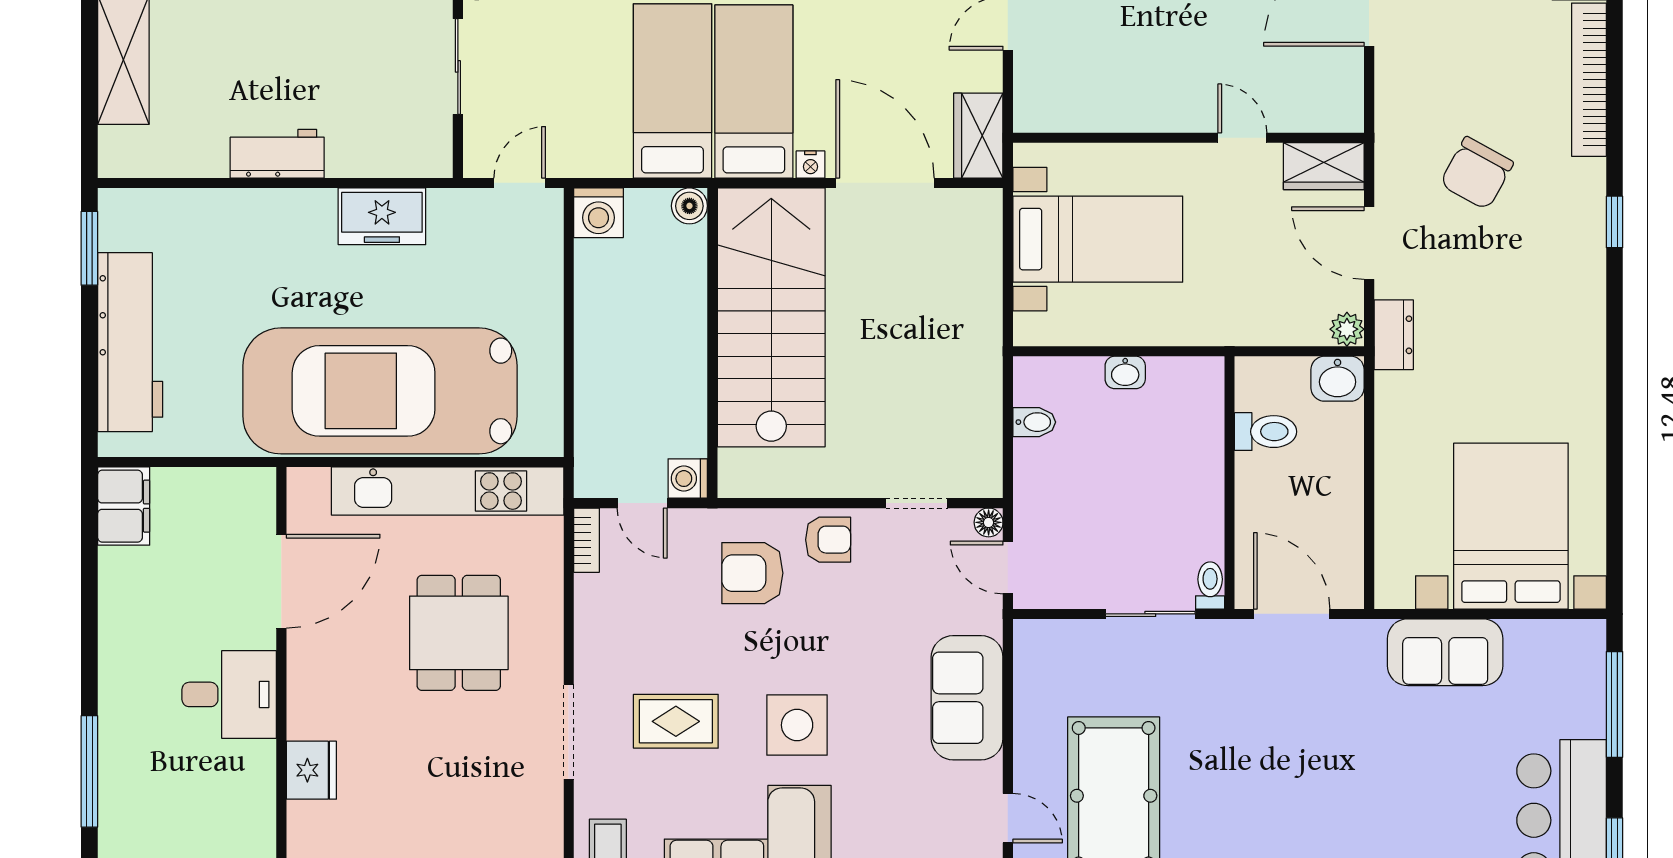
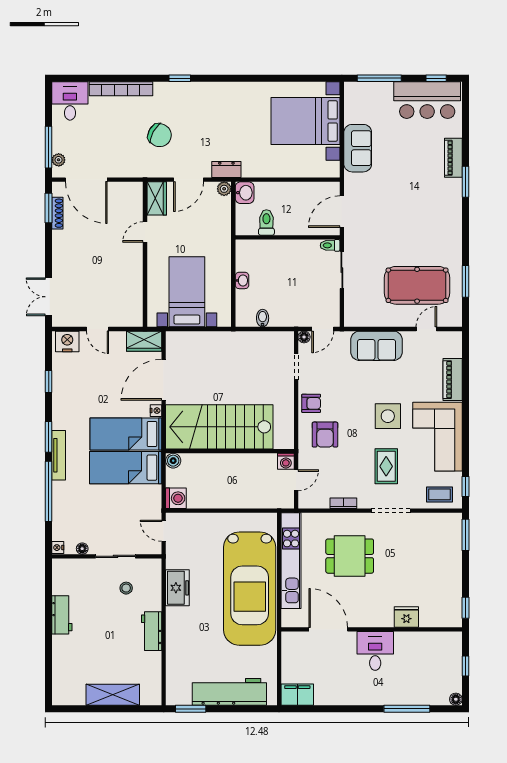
stool: (381, 92) -> (126, 588), added
bookcase: (586, 540) -> (343, 503), moved
armchair: (828, 540) -> (311, 403), turned 90

